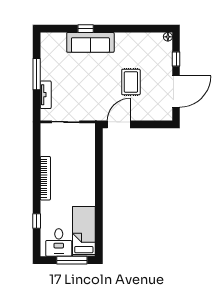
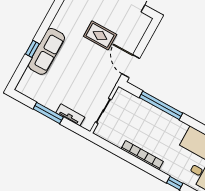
window: (99, 170) -> (161, 105), added

